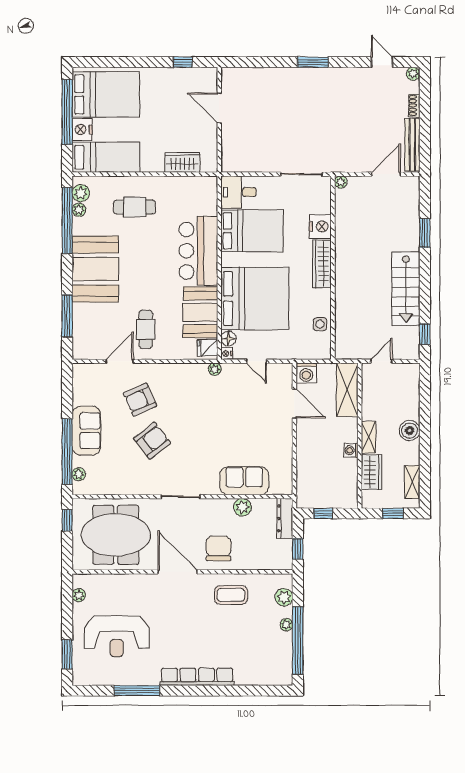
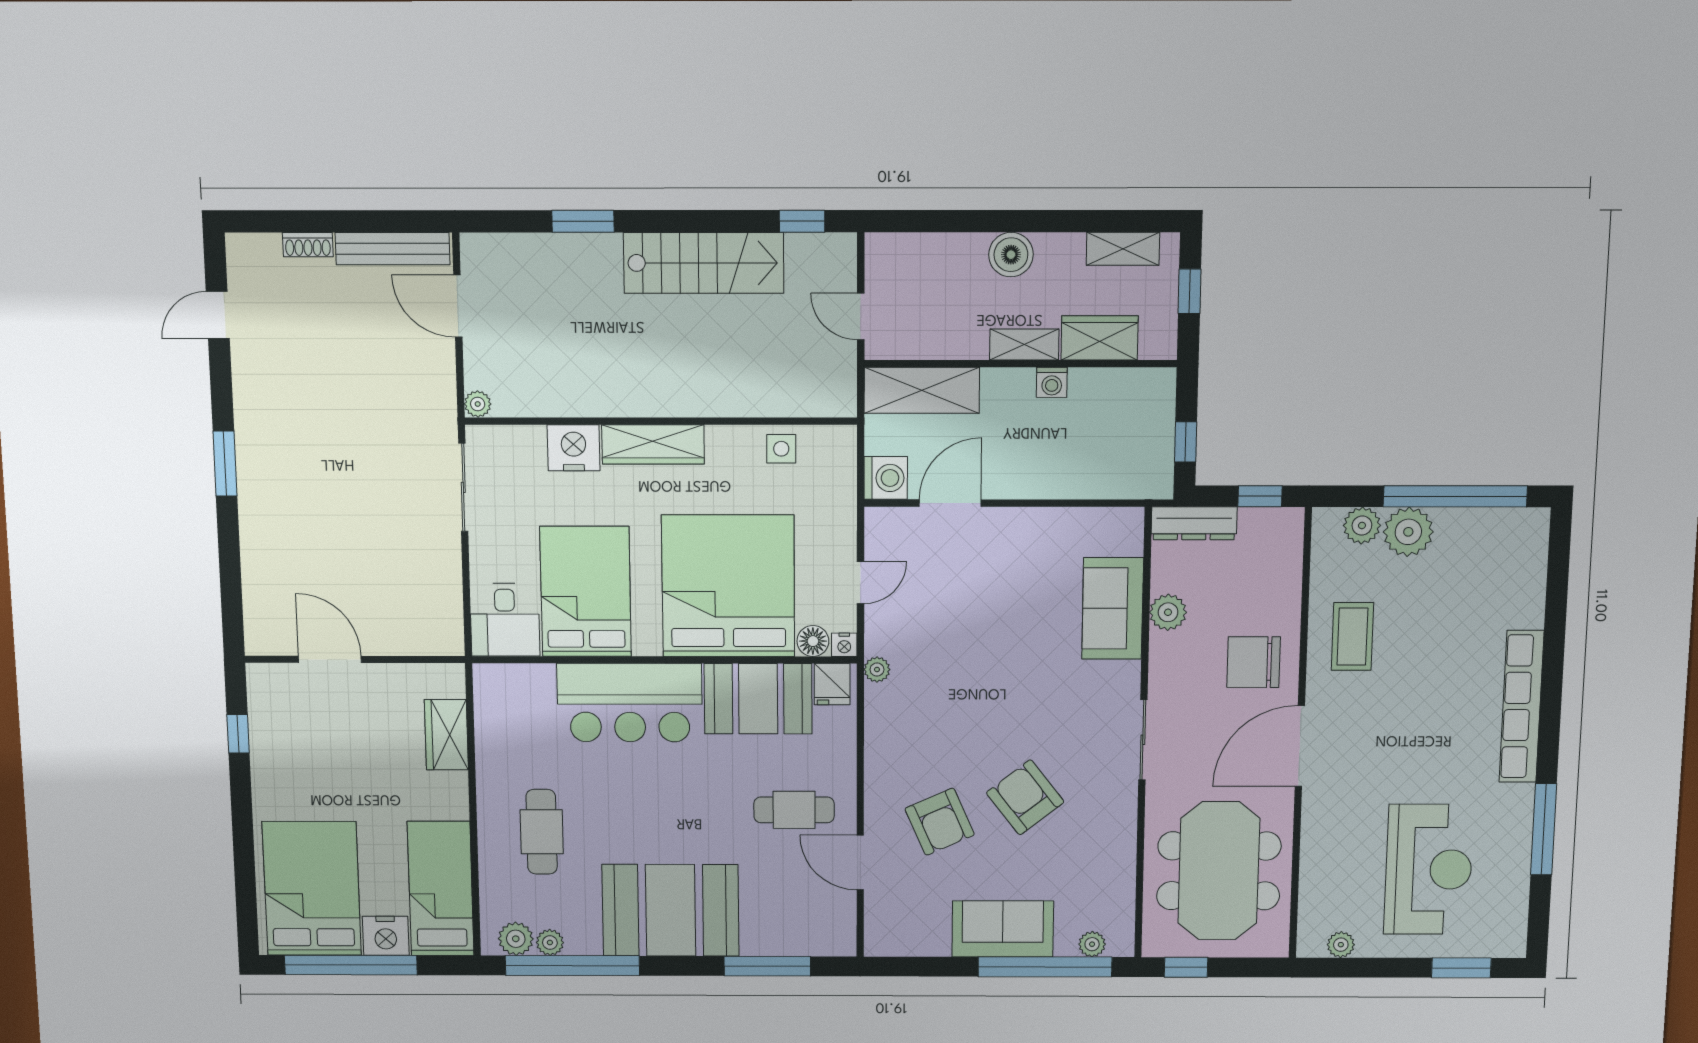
plant: (413, 74) -> (240, 247), removed
door: (219, 108) -> (330, 659), swing flipped
plant: (286, 625) -> (1408, 532), width x1.87, depth x1.87

